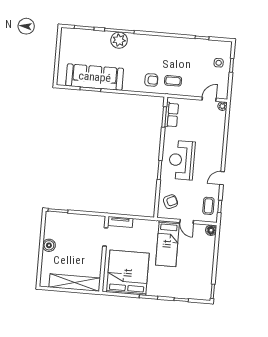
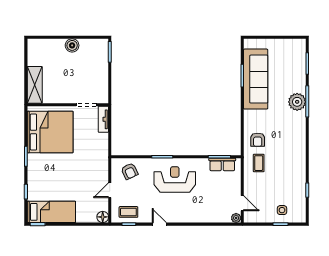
bed: (167, 244) -> (51, 212), moved, turned 180
shelving: (75, 283) -> (35, 85), width x0.68

